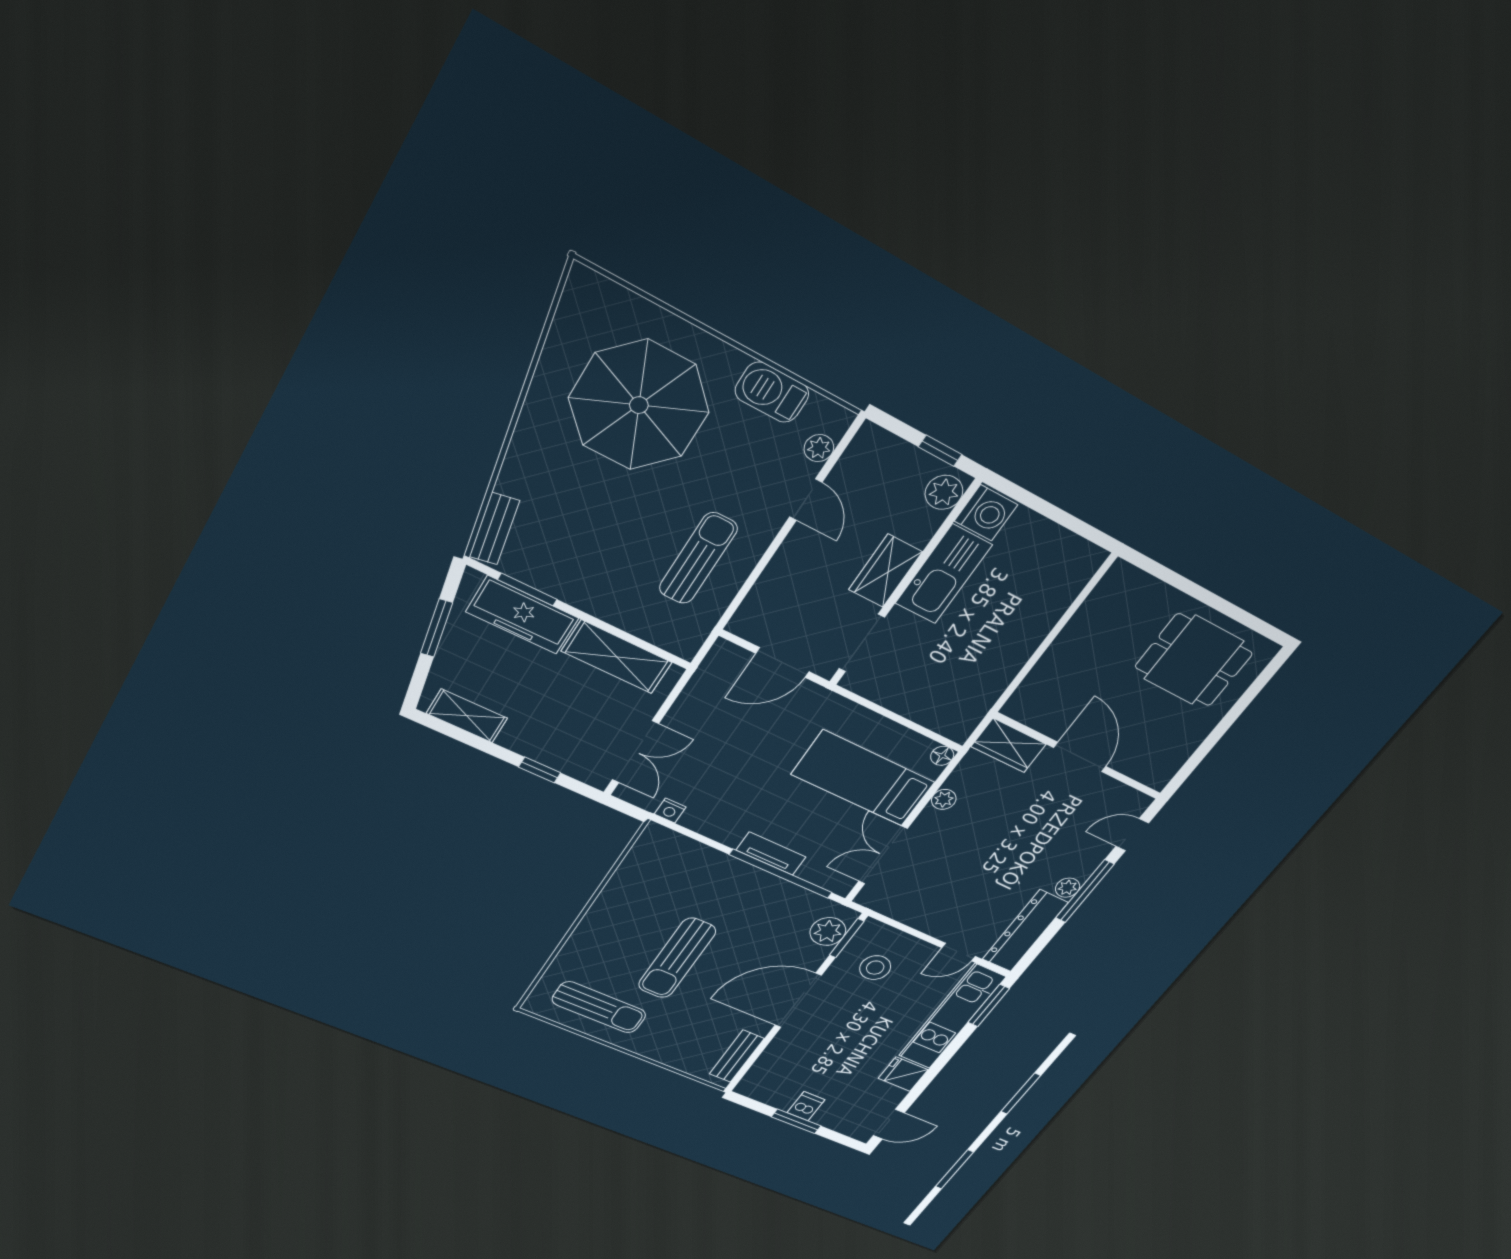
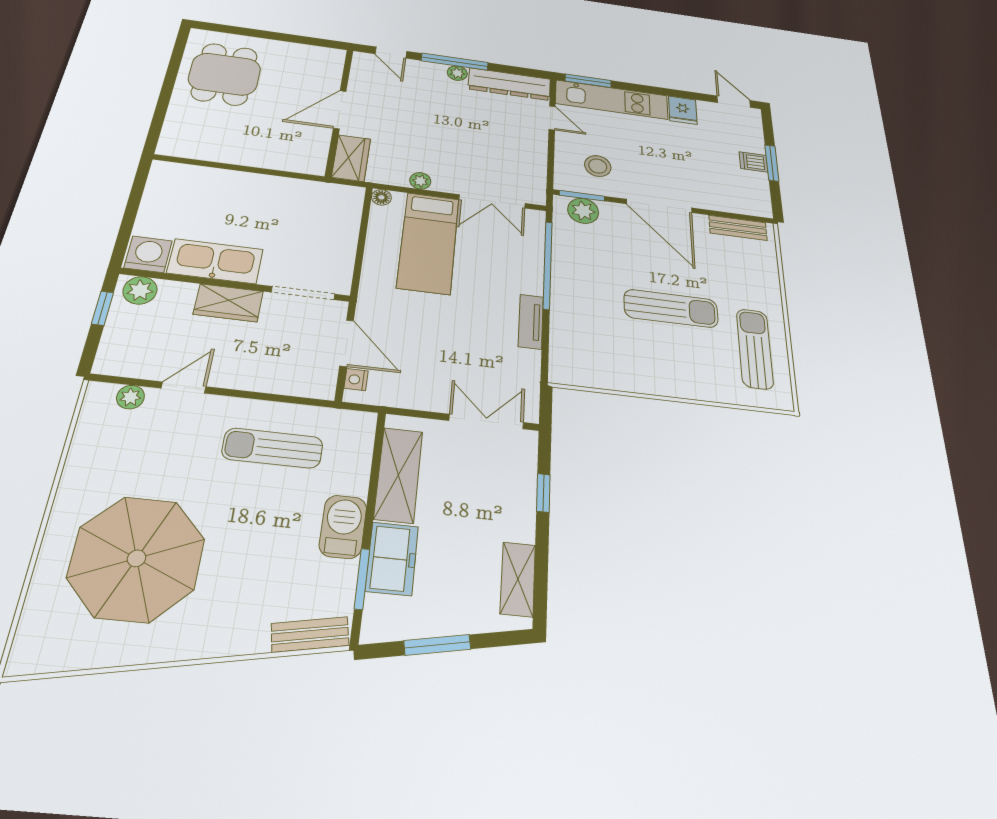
barbecue: (772, 392) -> (343, 527), moved, turned 180
freezer: (522, 615) -> (392, 559), width x0.71
nightstand: (670, 811) -> (356, 380), moved, turned 180
tv unit: (771, 854) -> (531, 322), moved

